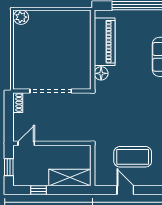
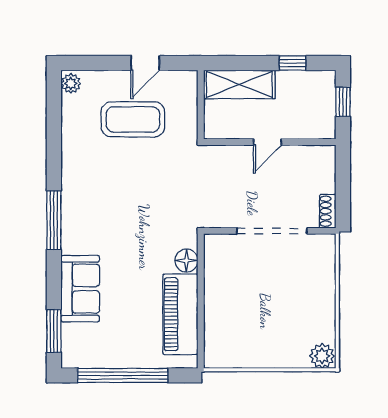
door: (26, 143) -> (267, 142), moved
door: (125, 190) -> (145, 63), hinge flipped

